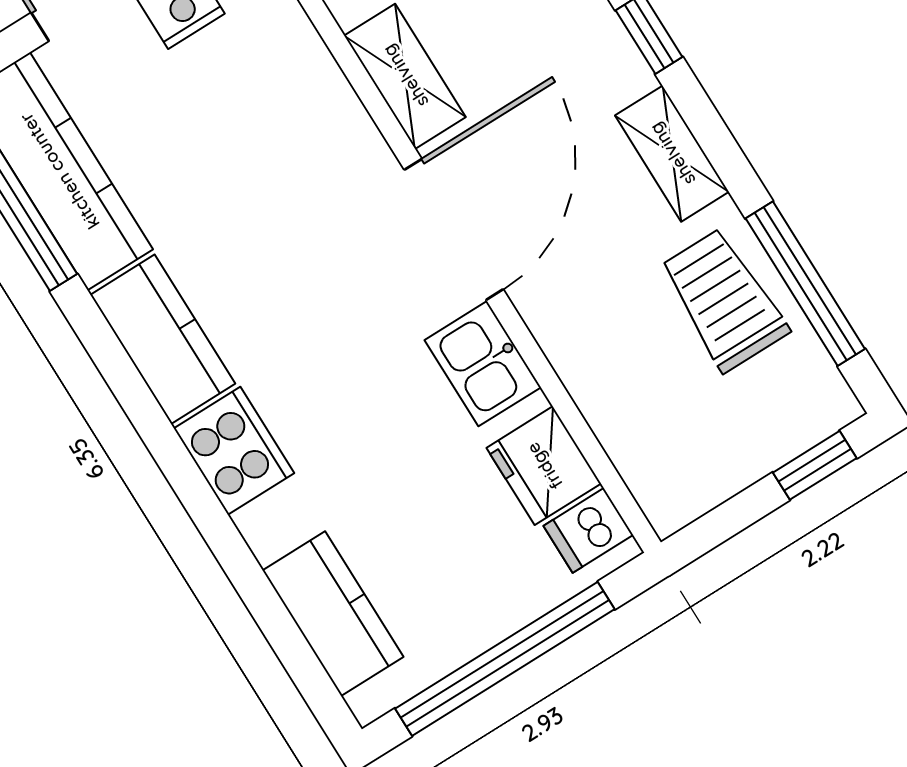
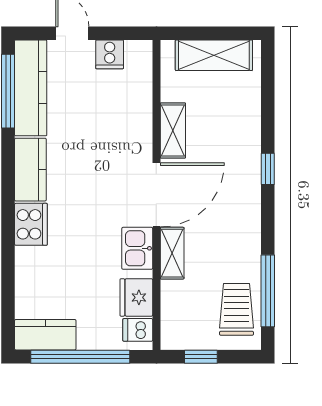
shelving: (672, 154) -> (172, 253), moved
trolley: (724, 300) -> (236, 309), moved
window: (815, 465) -> (201, 357), moved
kitchen counter: (333, 614) -> (45, 335), moved, turned -90

